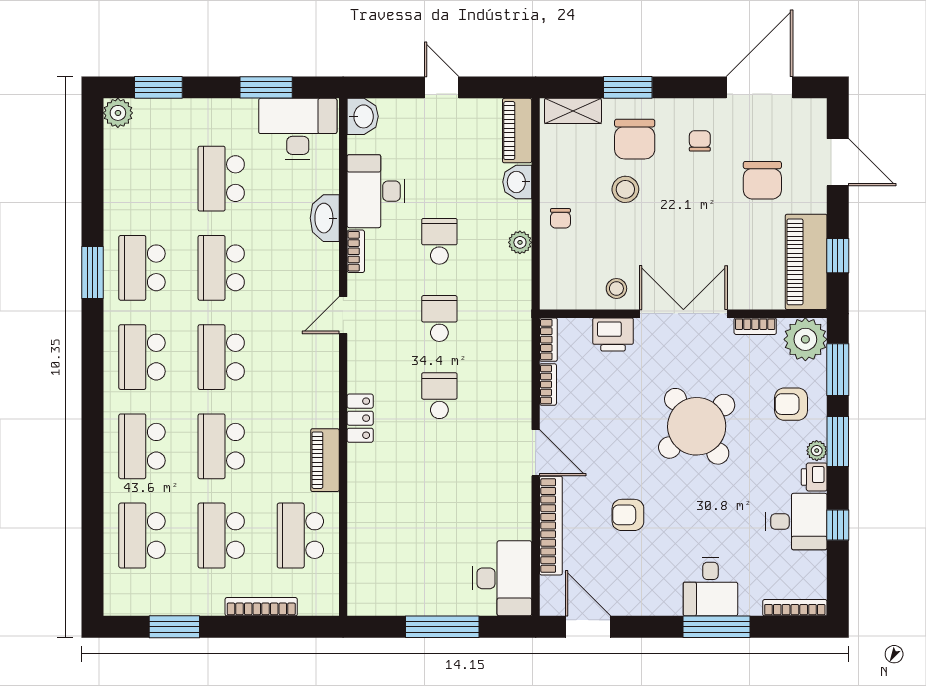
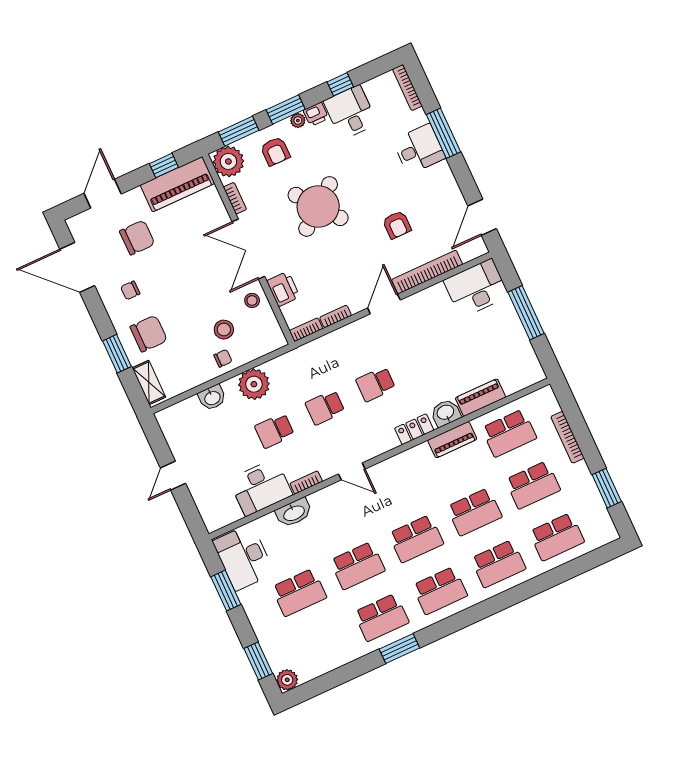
washbasin: (363, 116) -> (446, 413), moved
piano: (517, 131) -> (480, 398), moved, turned 180
stool: (625, 189) -> (224, 330), moved
plant: (520, 242) -> (254, 384), width x1.87, depth x1.87

